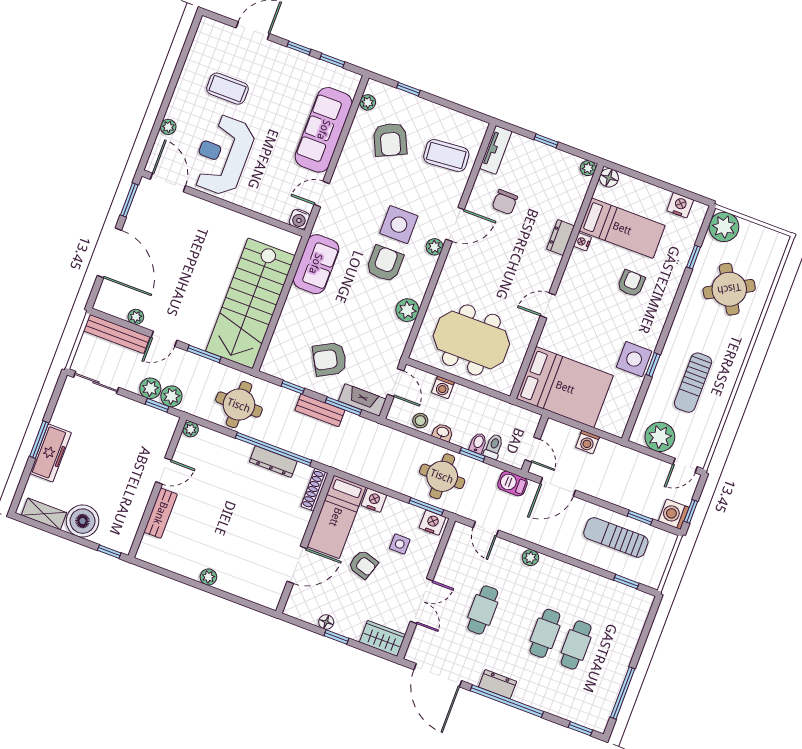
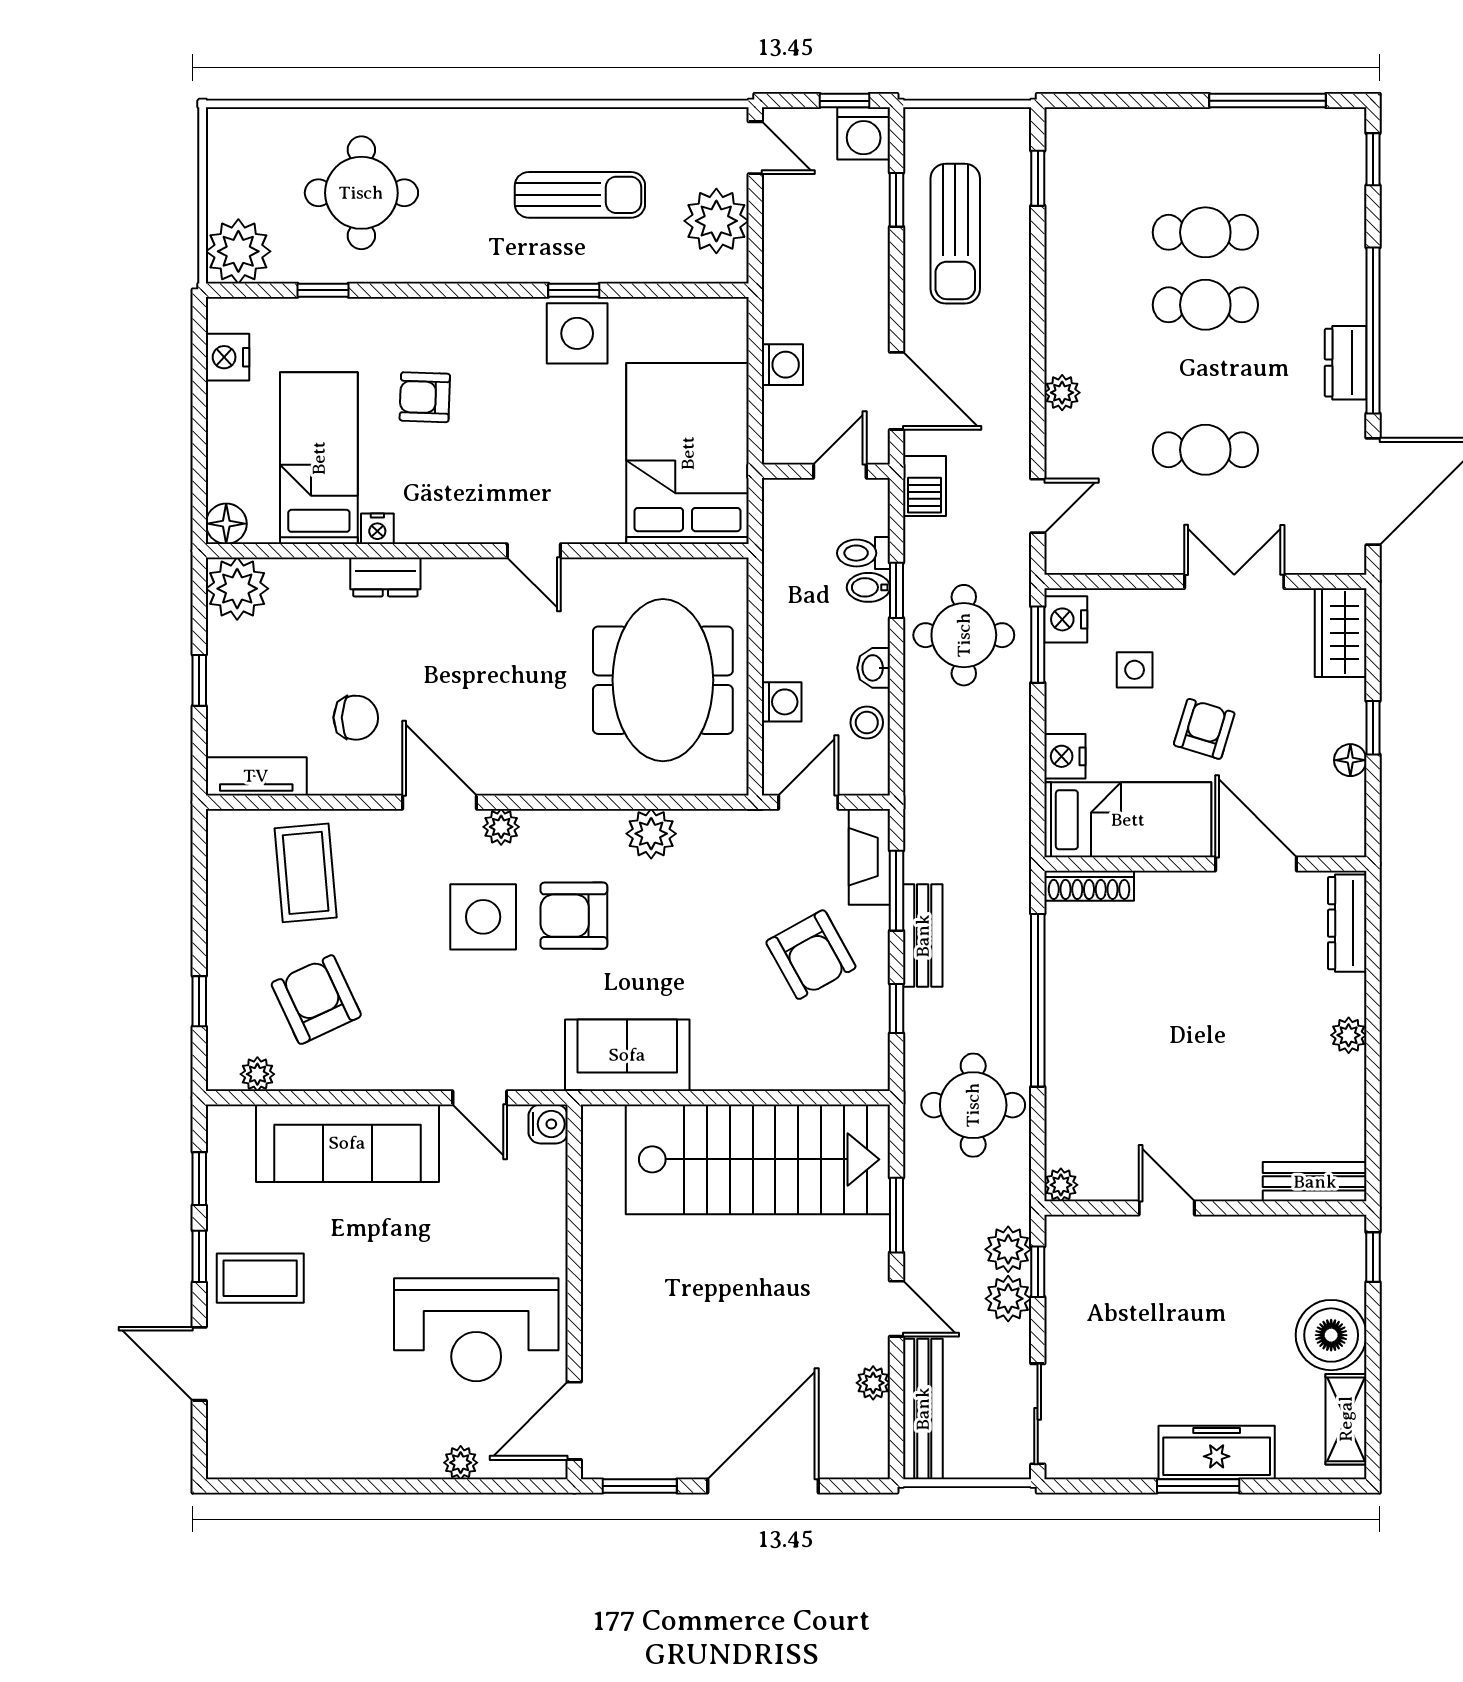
coffee table: (227, 89) -> (260, 1278), moved, turned 90
armchair: (390, 140) -> (316, 1000), turned -90
plant: (588, 168) -> (237, 589), width x1.88, depth x1.88
round table: (729, 289) -> (361, 193), turned 30
dresser: (273, 462) -> (1347, 923), moved, turned 180
bench: (161, 513) -> (1315, 1182), moved

